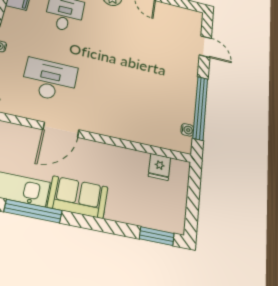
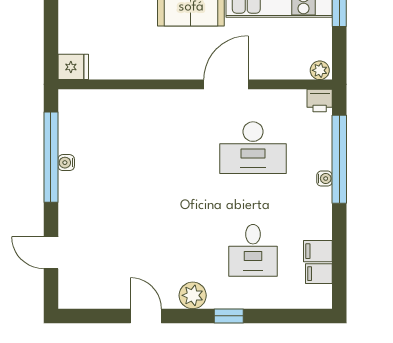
water cooler: (187, 130) -> (66, 163), moved
fridge: (159, 167) -> (73, 67), moved, turned 90

